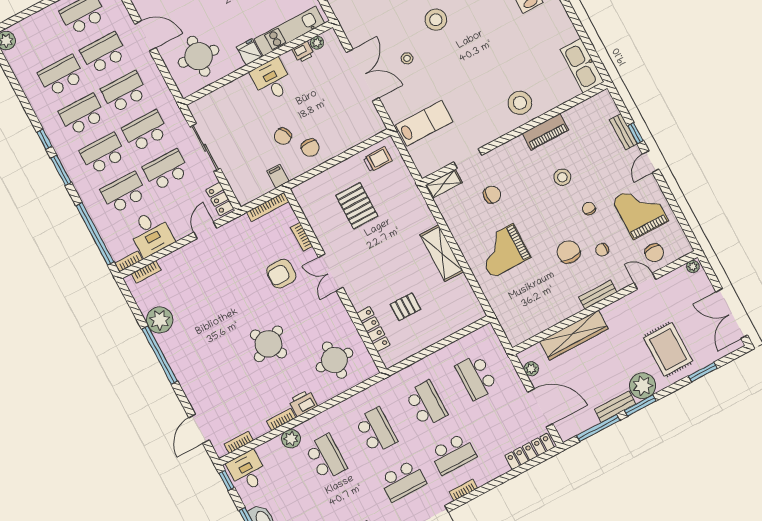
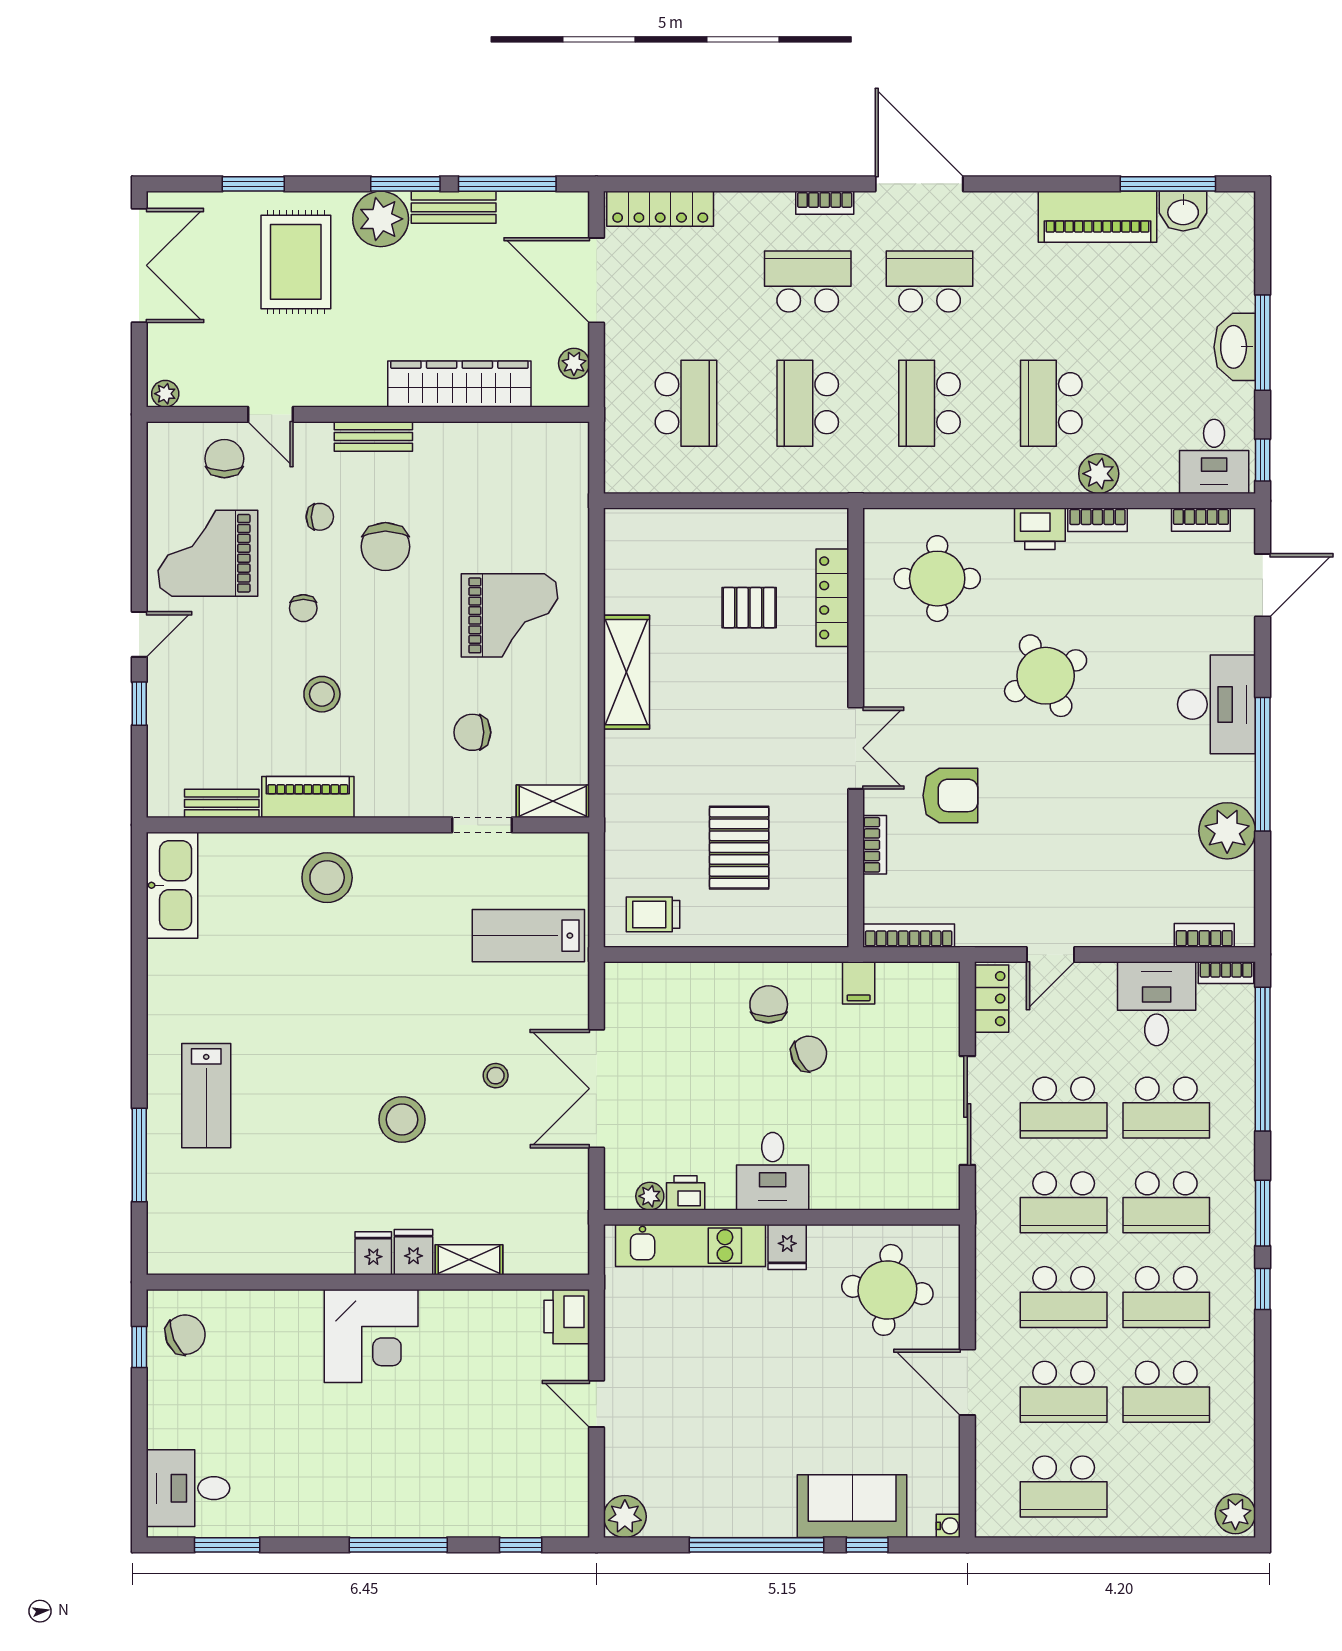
bench: (623, 132) -> (222, 803), moved, turned 90
grand piano: (640, 210) -> (208, 553), turned 90
desk: (192, 370) -> (1216, 704), added

